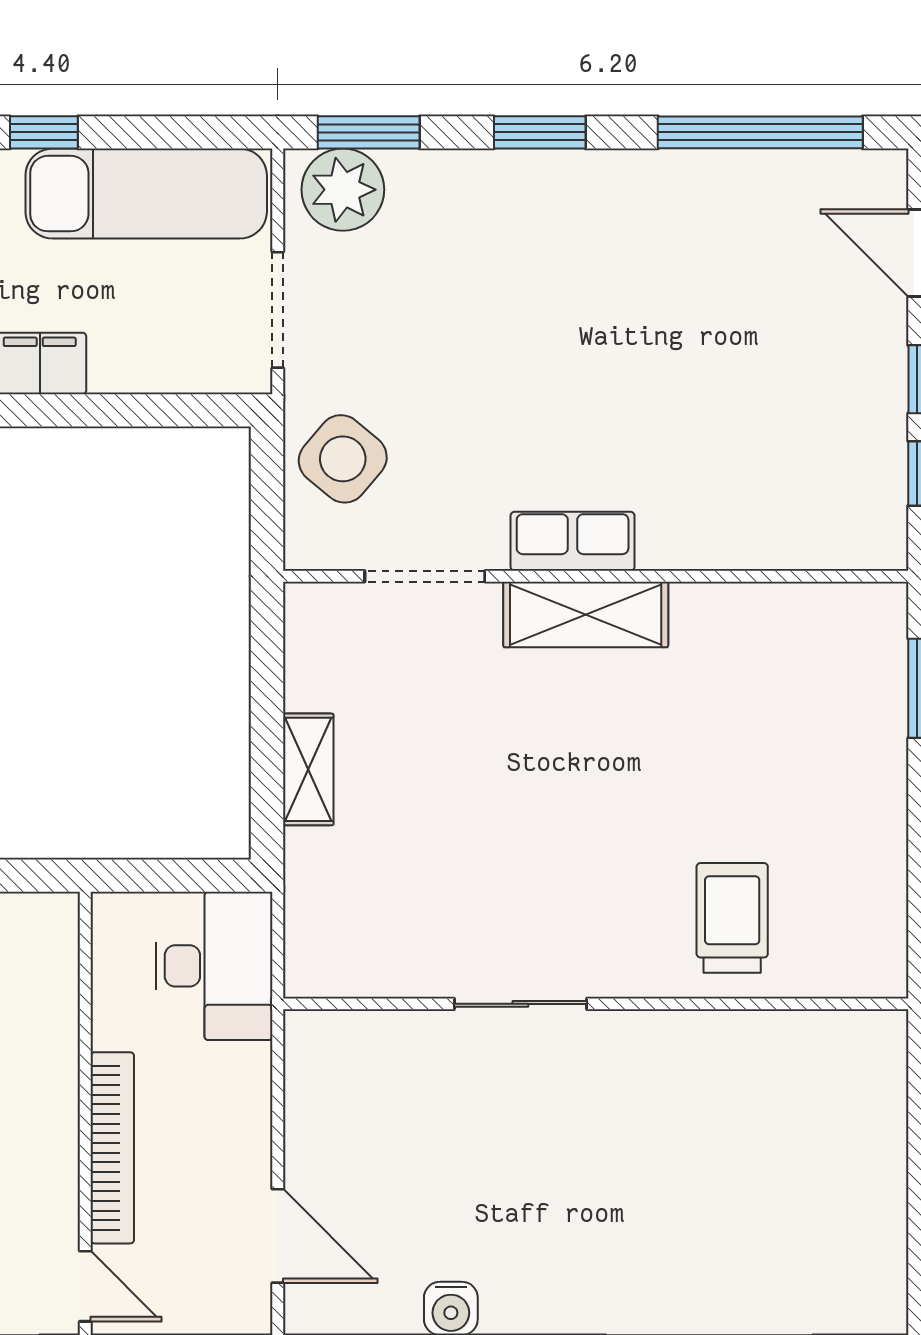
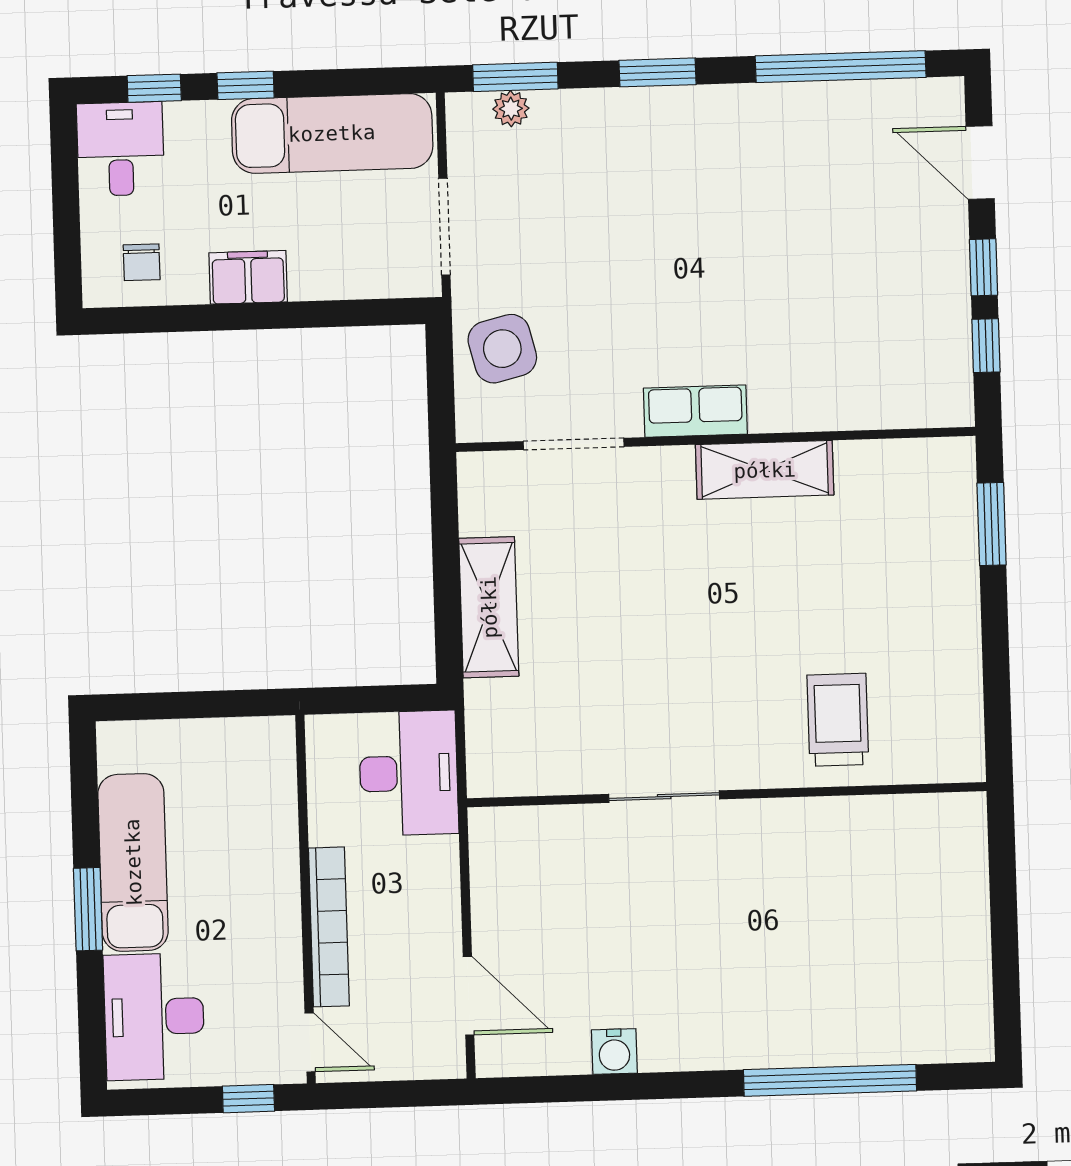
plant: (343, 190) -> (511, 109), width x0.53, depth x0.53
side table: (343, 459) -> (502, 349), turned 36
shelving: (586, 614) -> (765, 470), moved
shelving: (308, 769) -> (489, 607), width x1.50, depth x1.33

